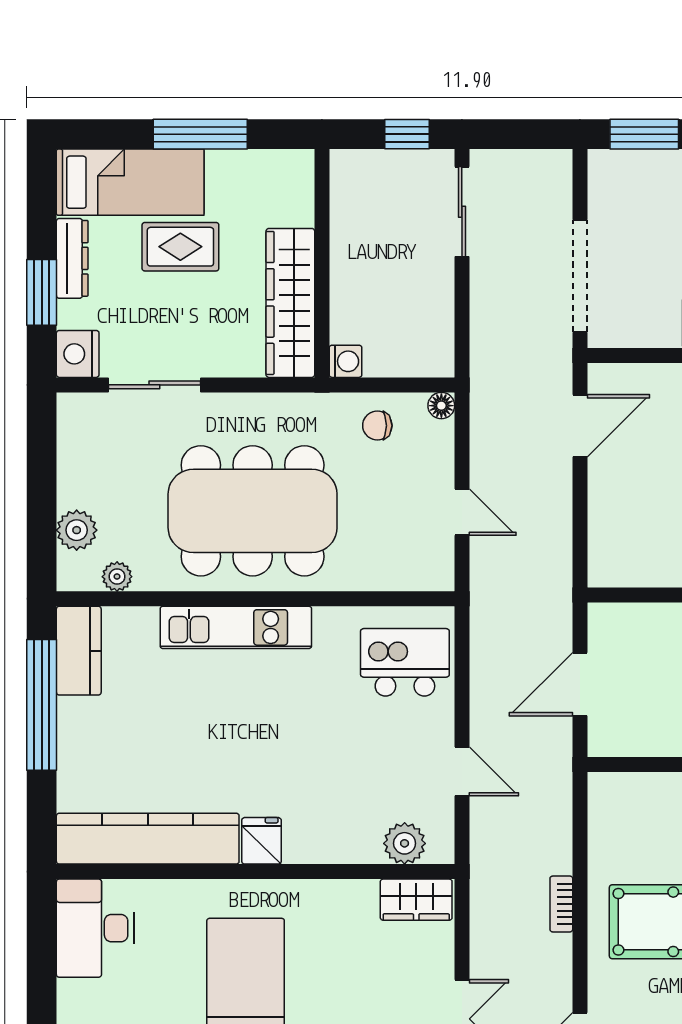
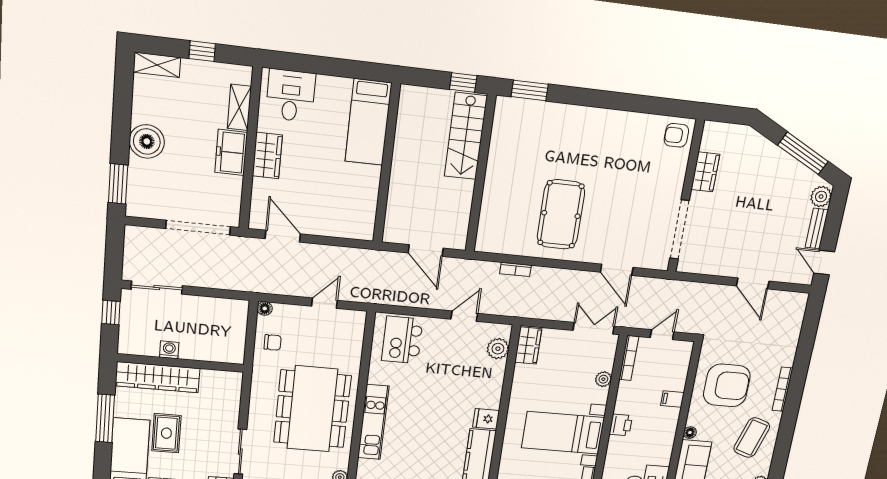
wardrobe: (290, 303) -> (157, 377), moved
washing machine: (345, 361) -> (169, 350), moved
chair: (377, 426) -> (273, 342), turned -90
bookcase: (561, 904) -> (515, 269), moved

